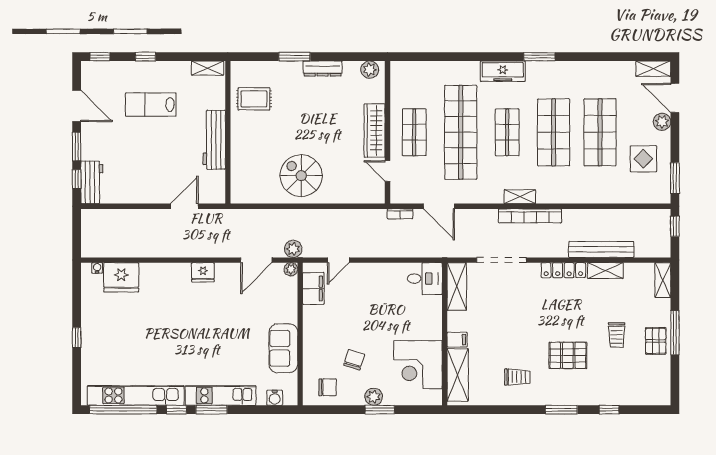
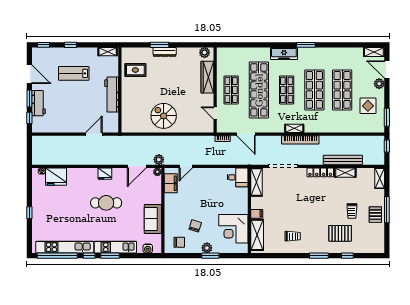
dresser: (323, 68) -> (165, 52), moved
wardrobe: (375, 130) -> (207, 77), moved
workbench: (92, 182) -> (39, 103), moved
cafe table: (205, 321) -> (106, 203), added
pallet: (568, 355) -> (340, 233), moved

